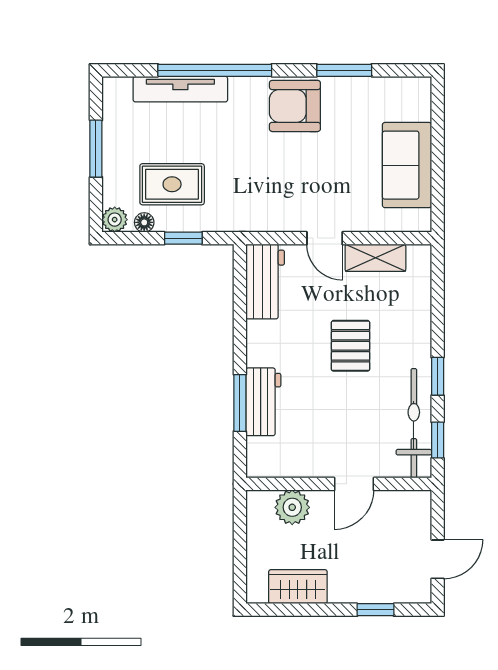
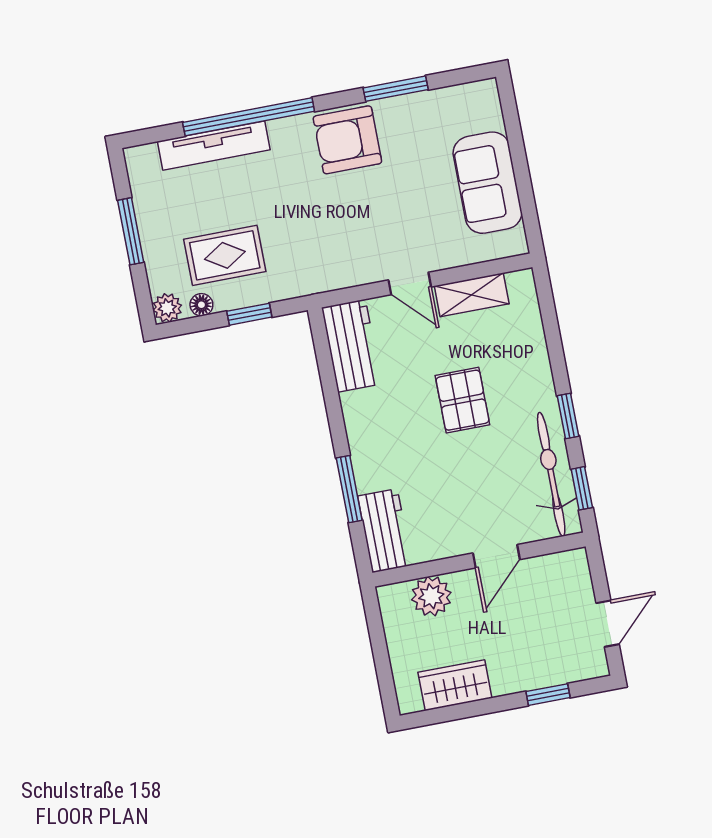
workbench: (263, 402) -> (385, 531), moved

